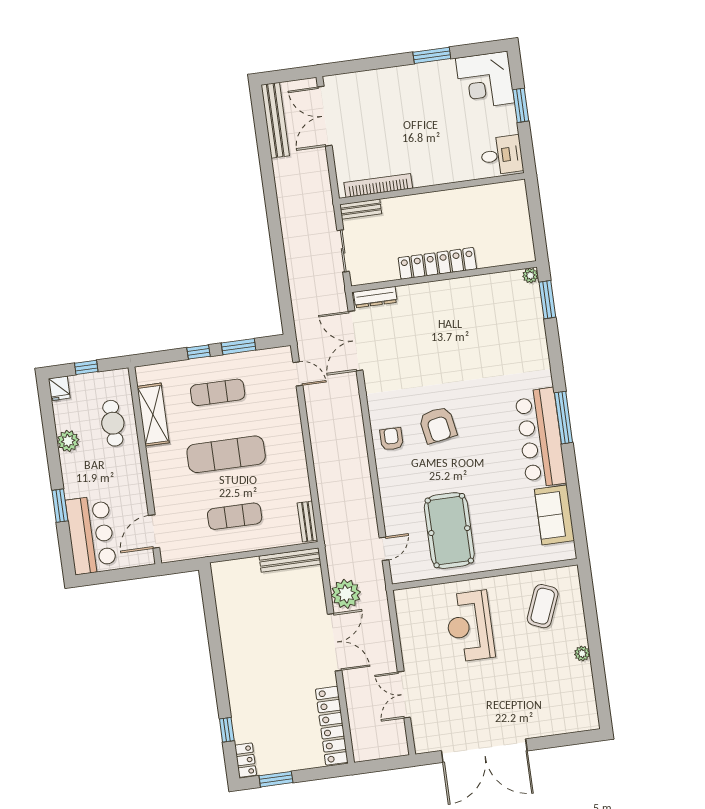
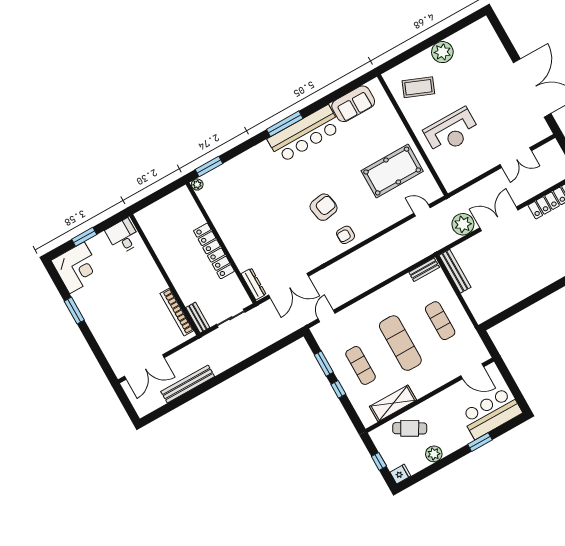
bench: (275, 120) -> (188, 384), moved
cafe table: (113, 423) -> (410, 428), turned 30
plant: (582, 654) -> (442, 52), width x1.88, depth x1.88

